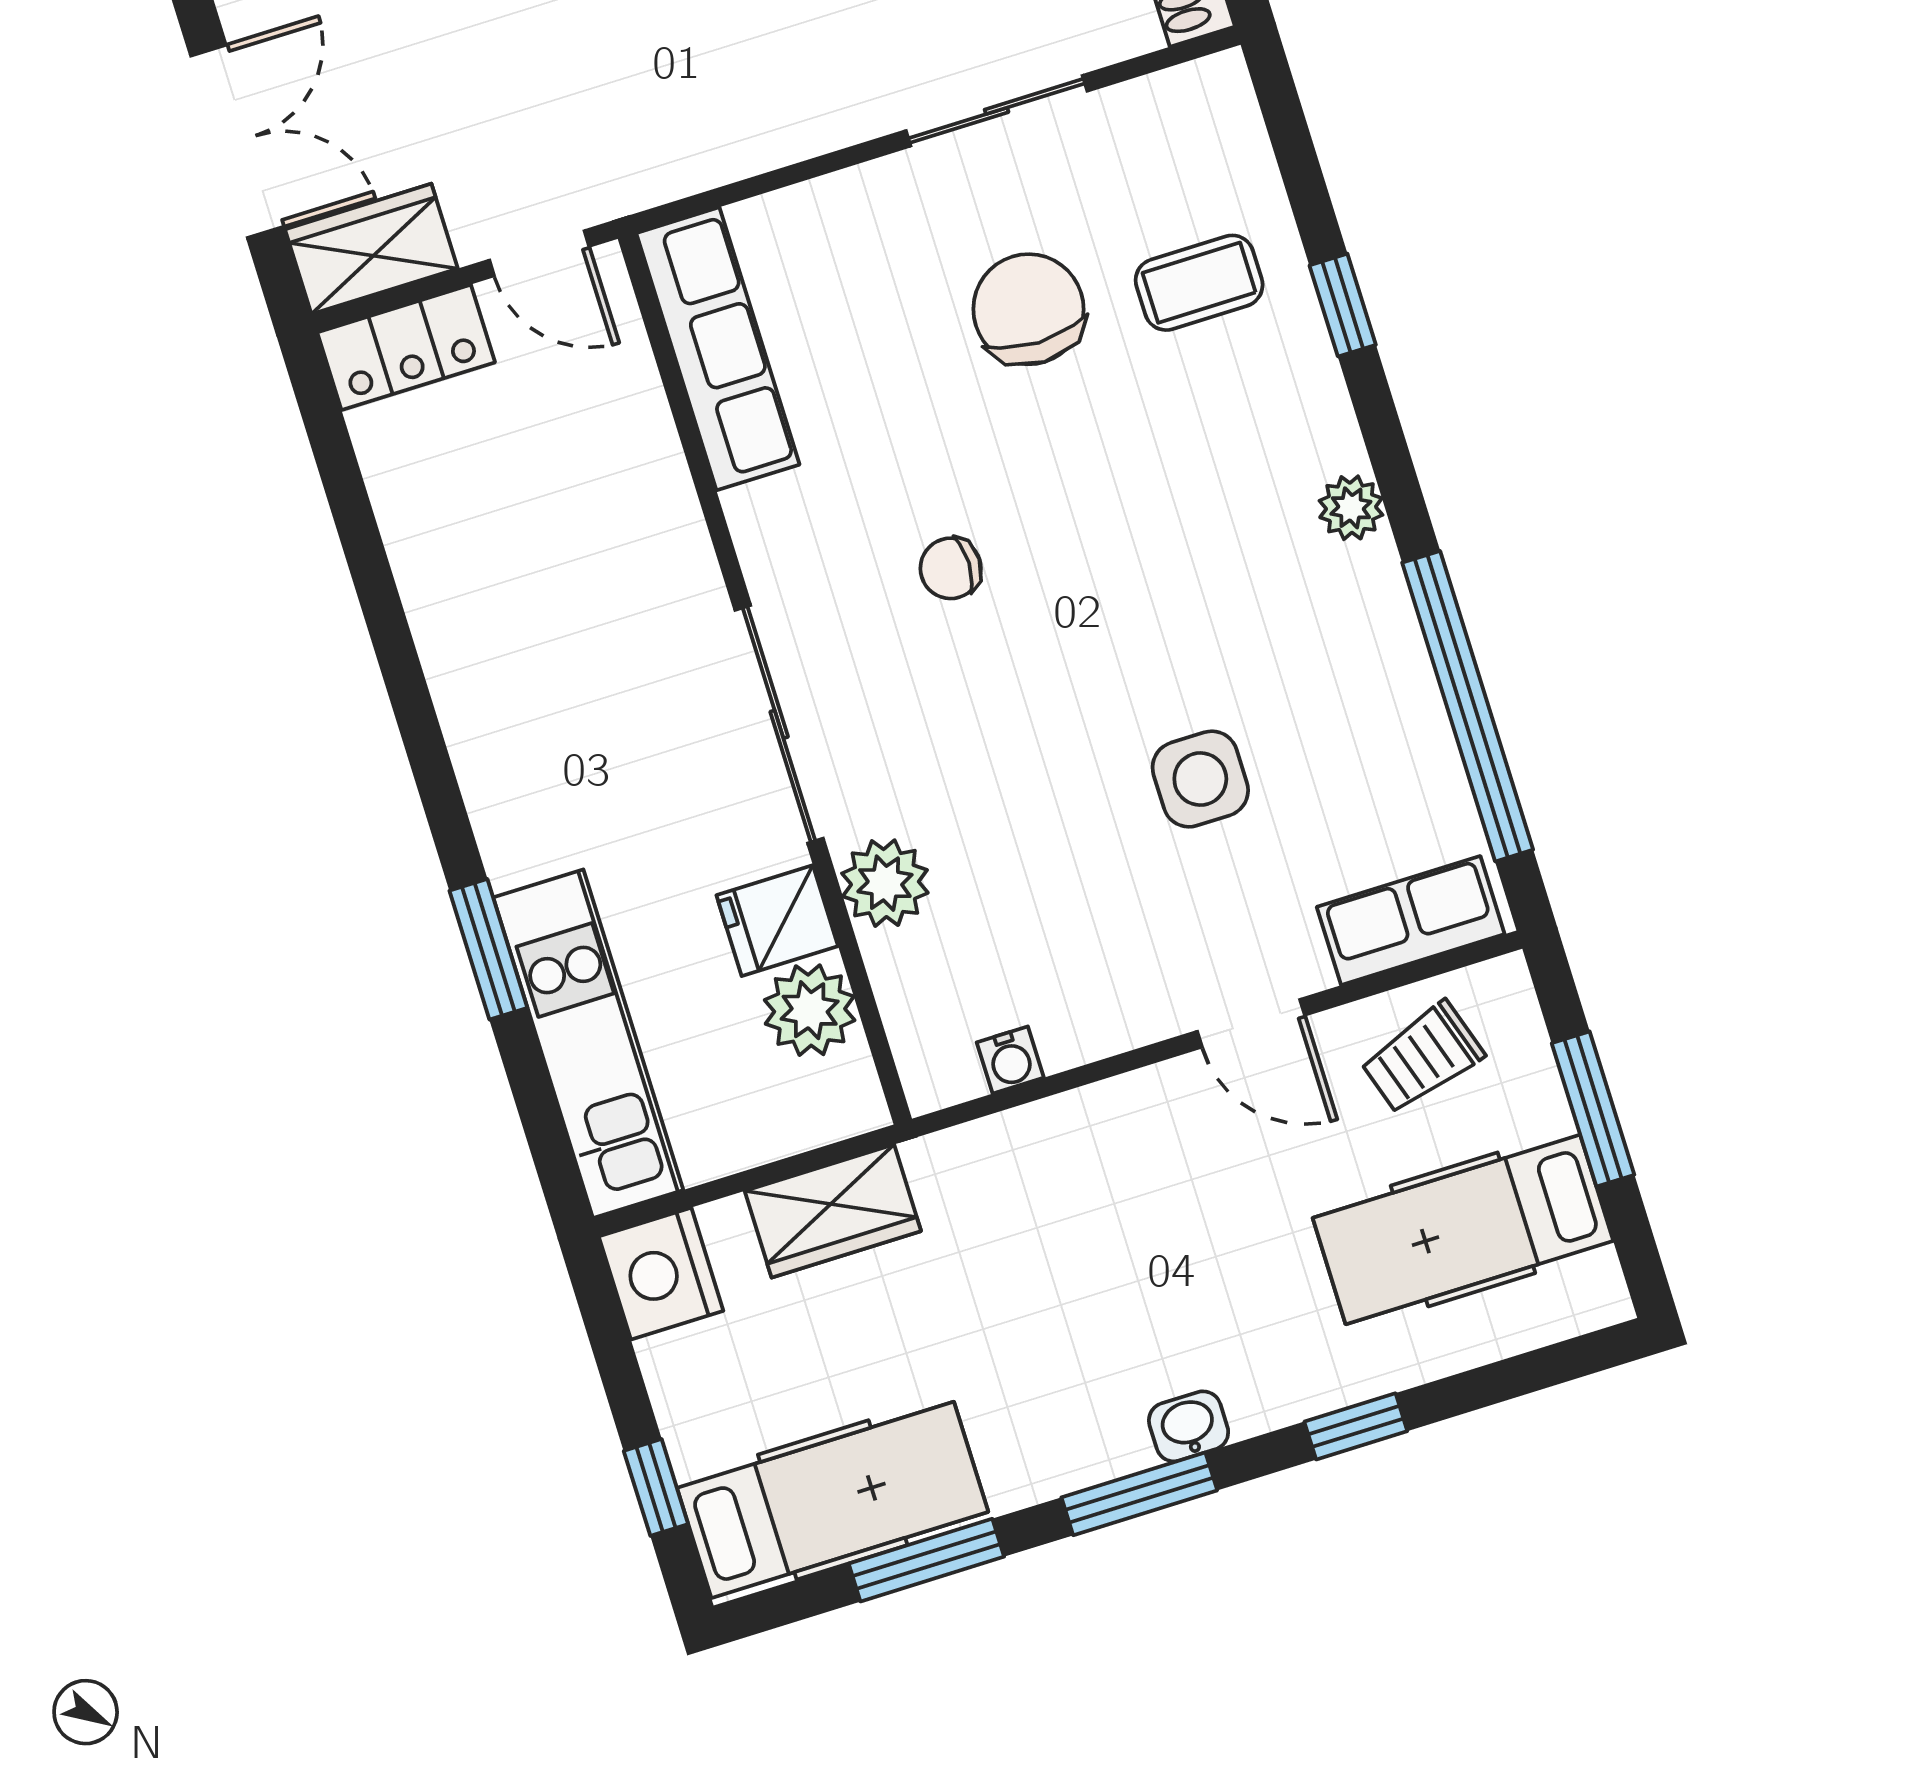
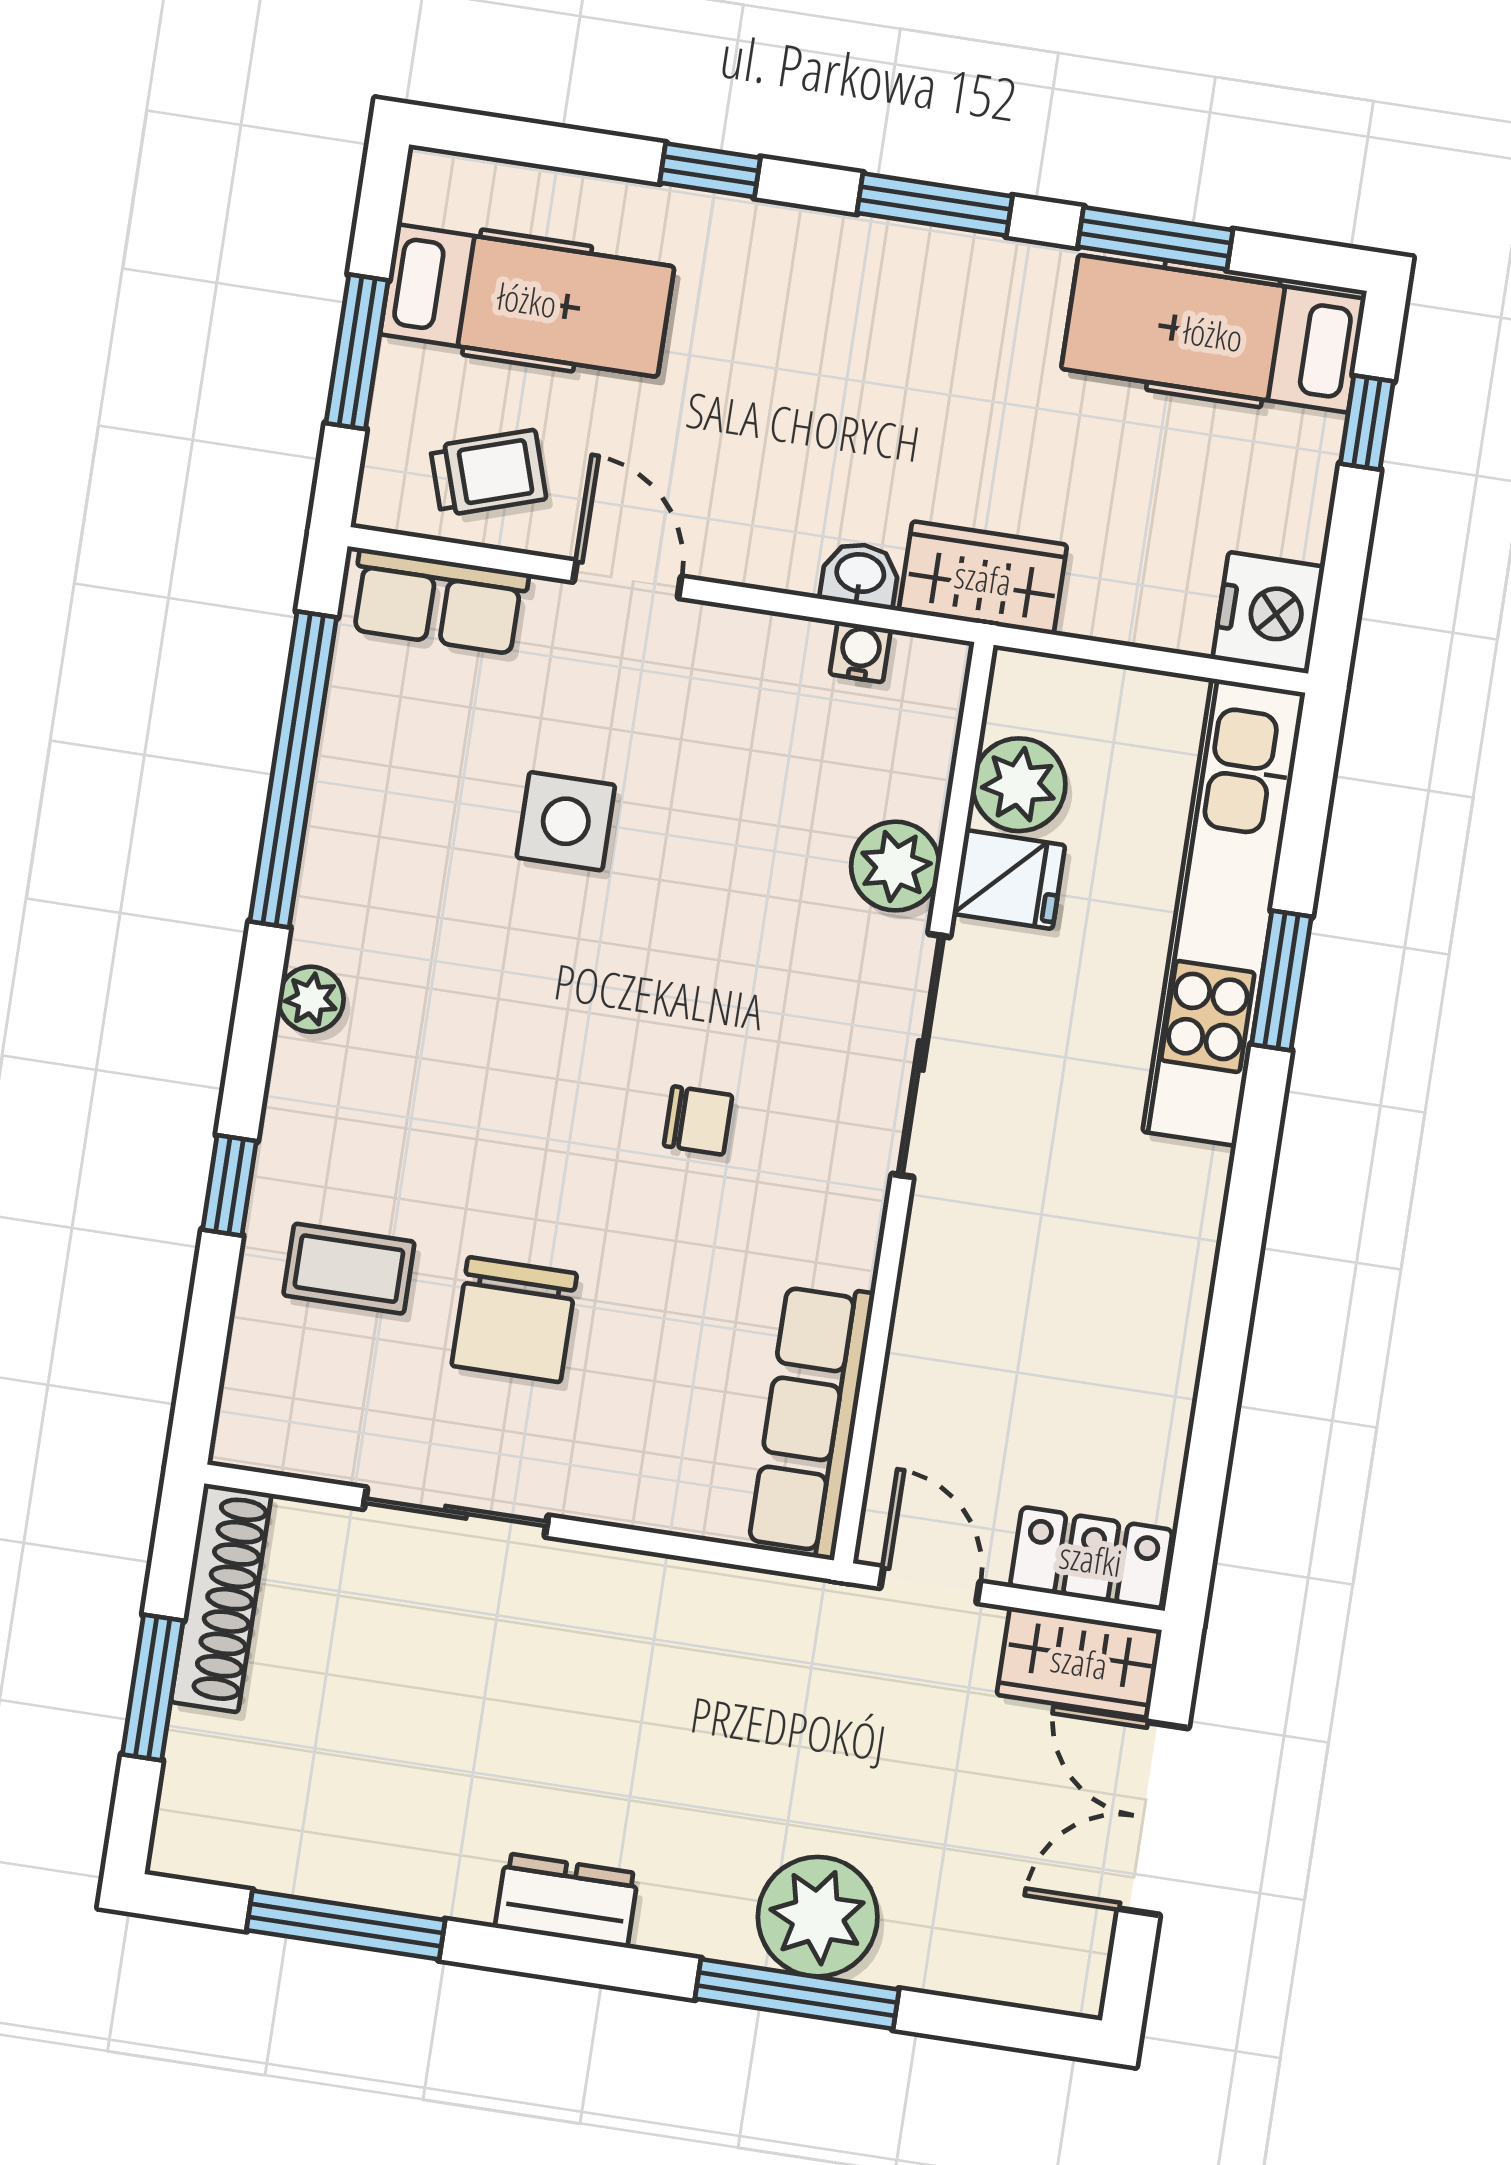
kitchen unit: (588, 1044) -> (1224, 912), width x1.36
wardrobe: (833, 1211) -> (983, 578), moved
washbasin: (1189, 1426) -> (860, 575), moved, turned 180

